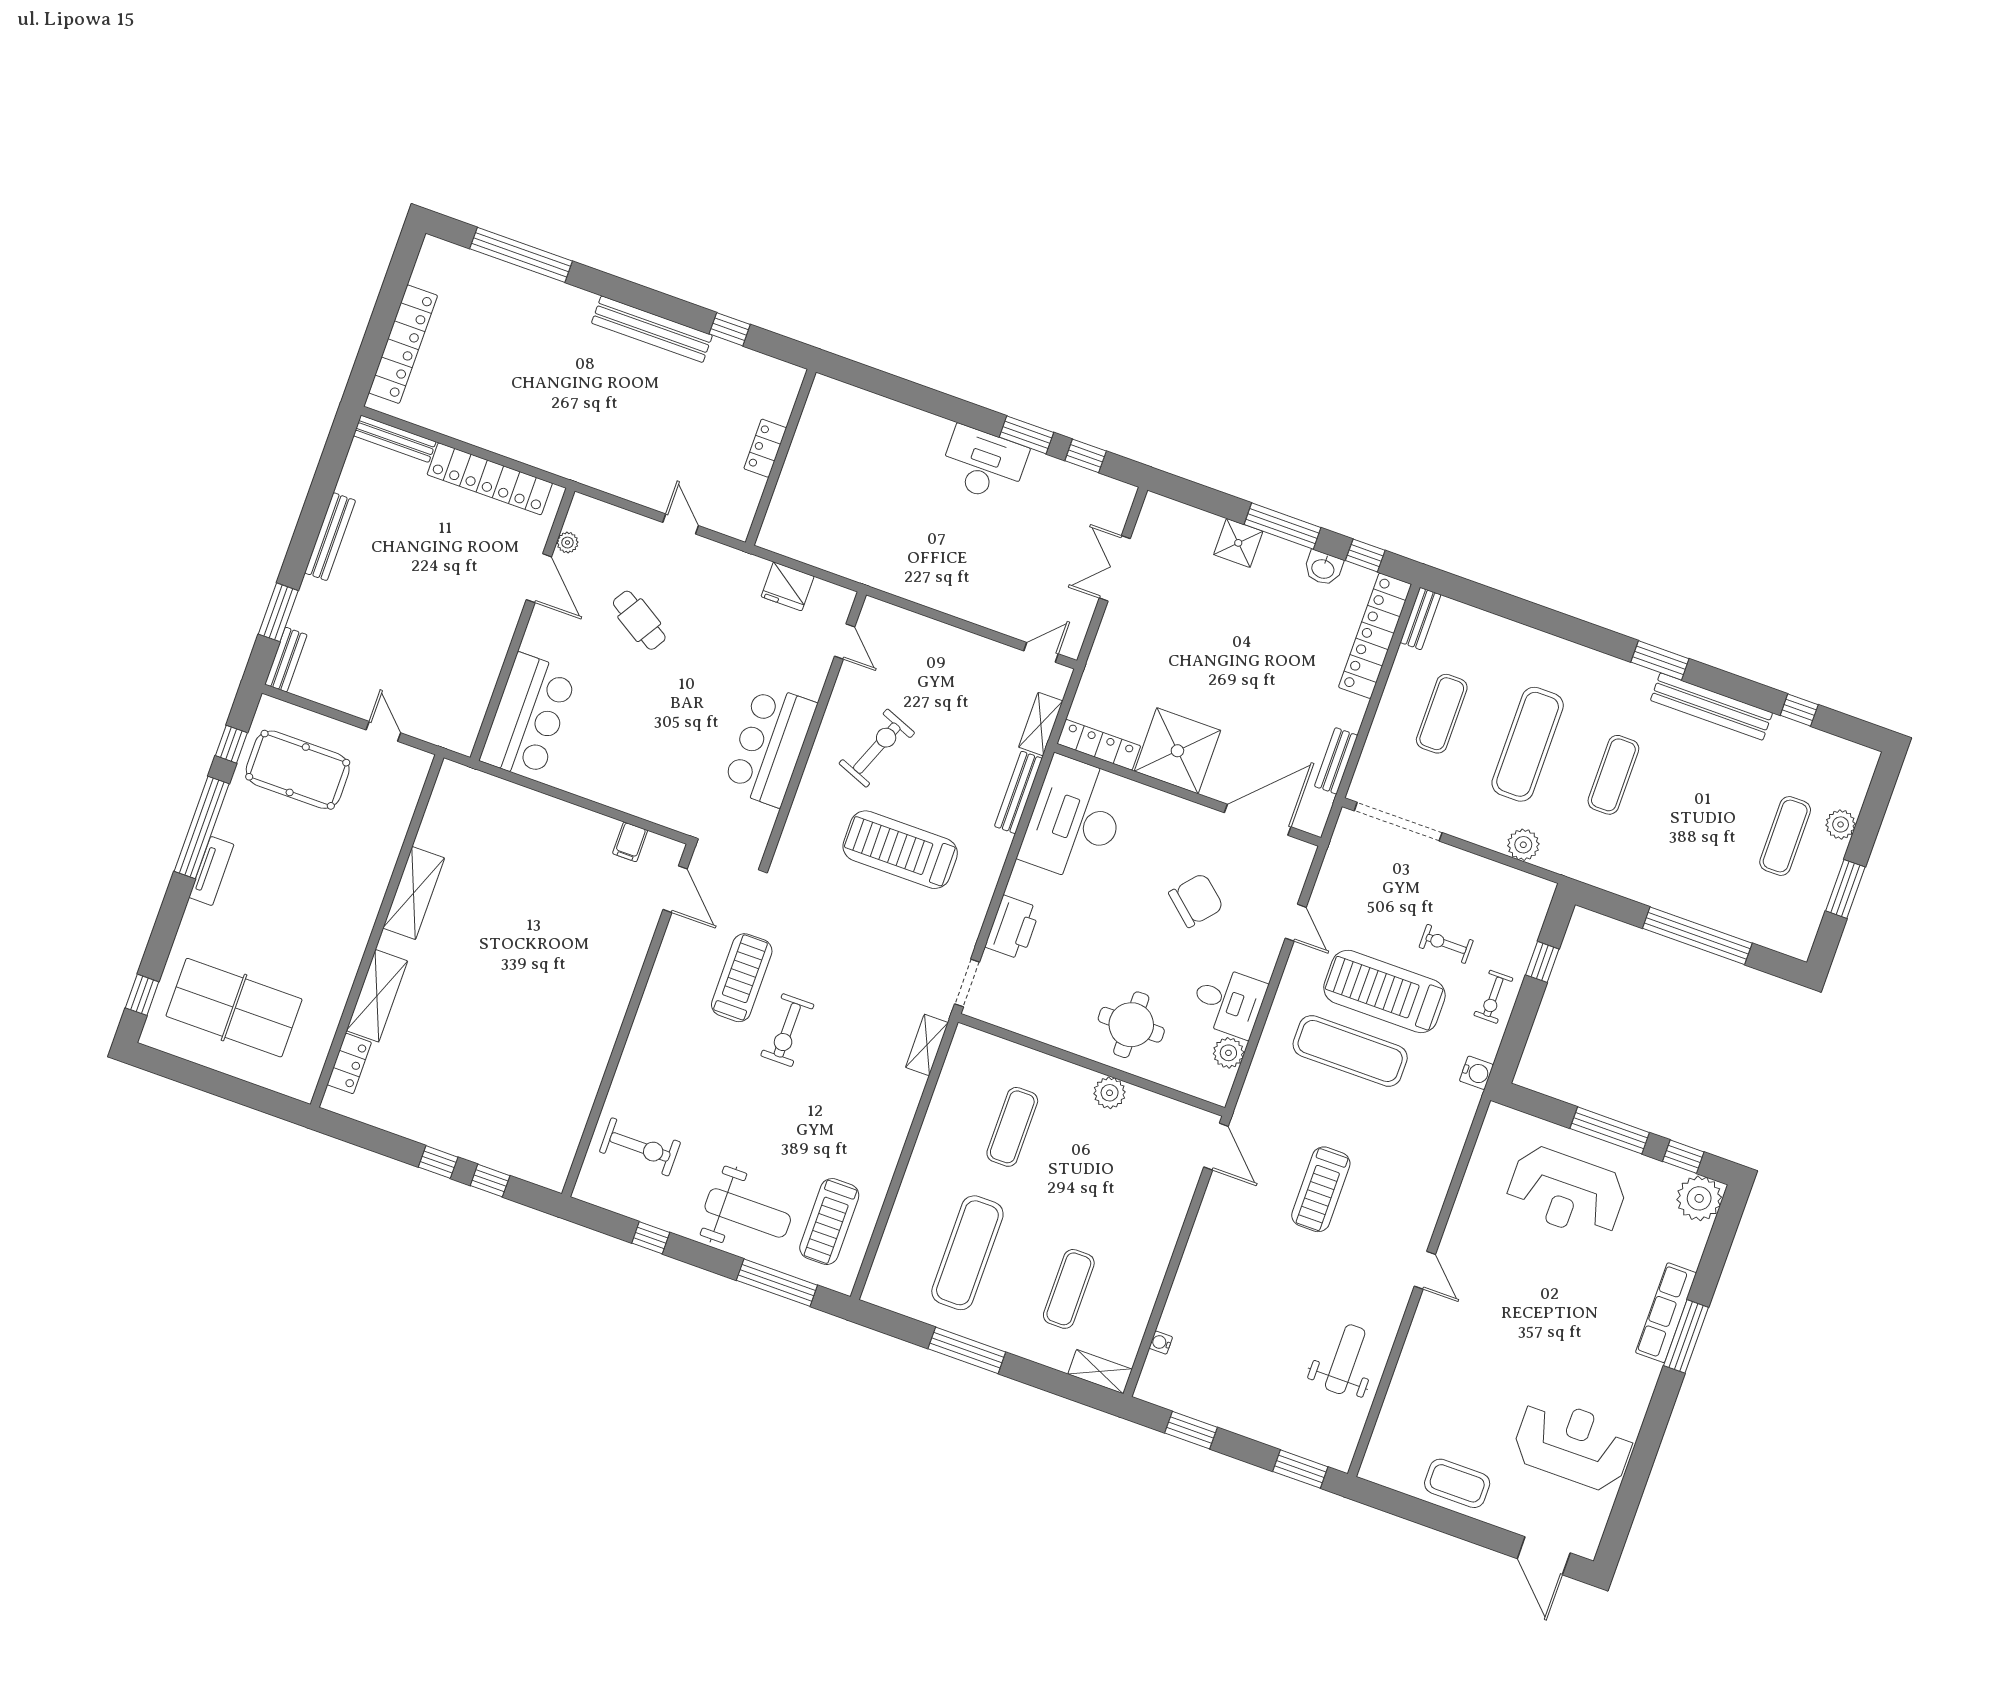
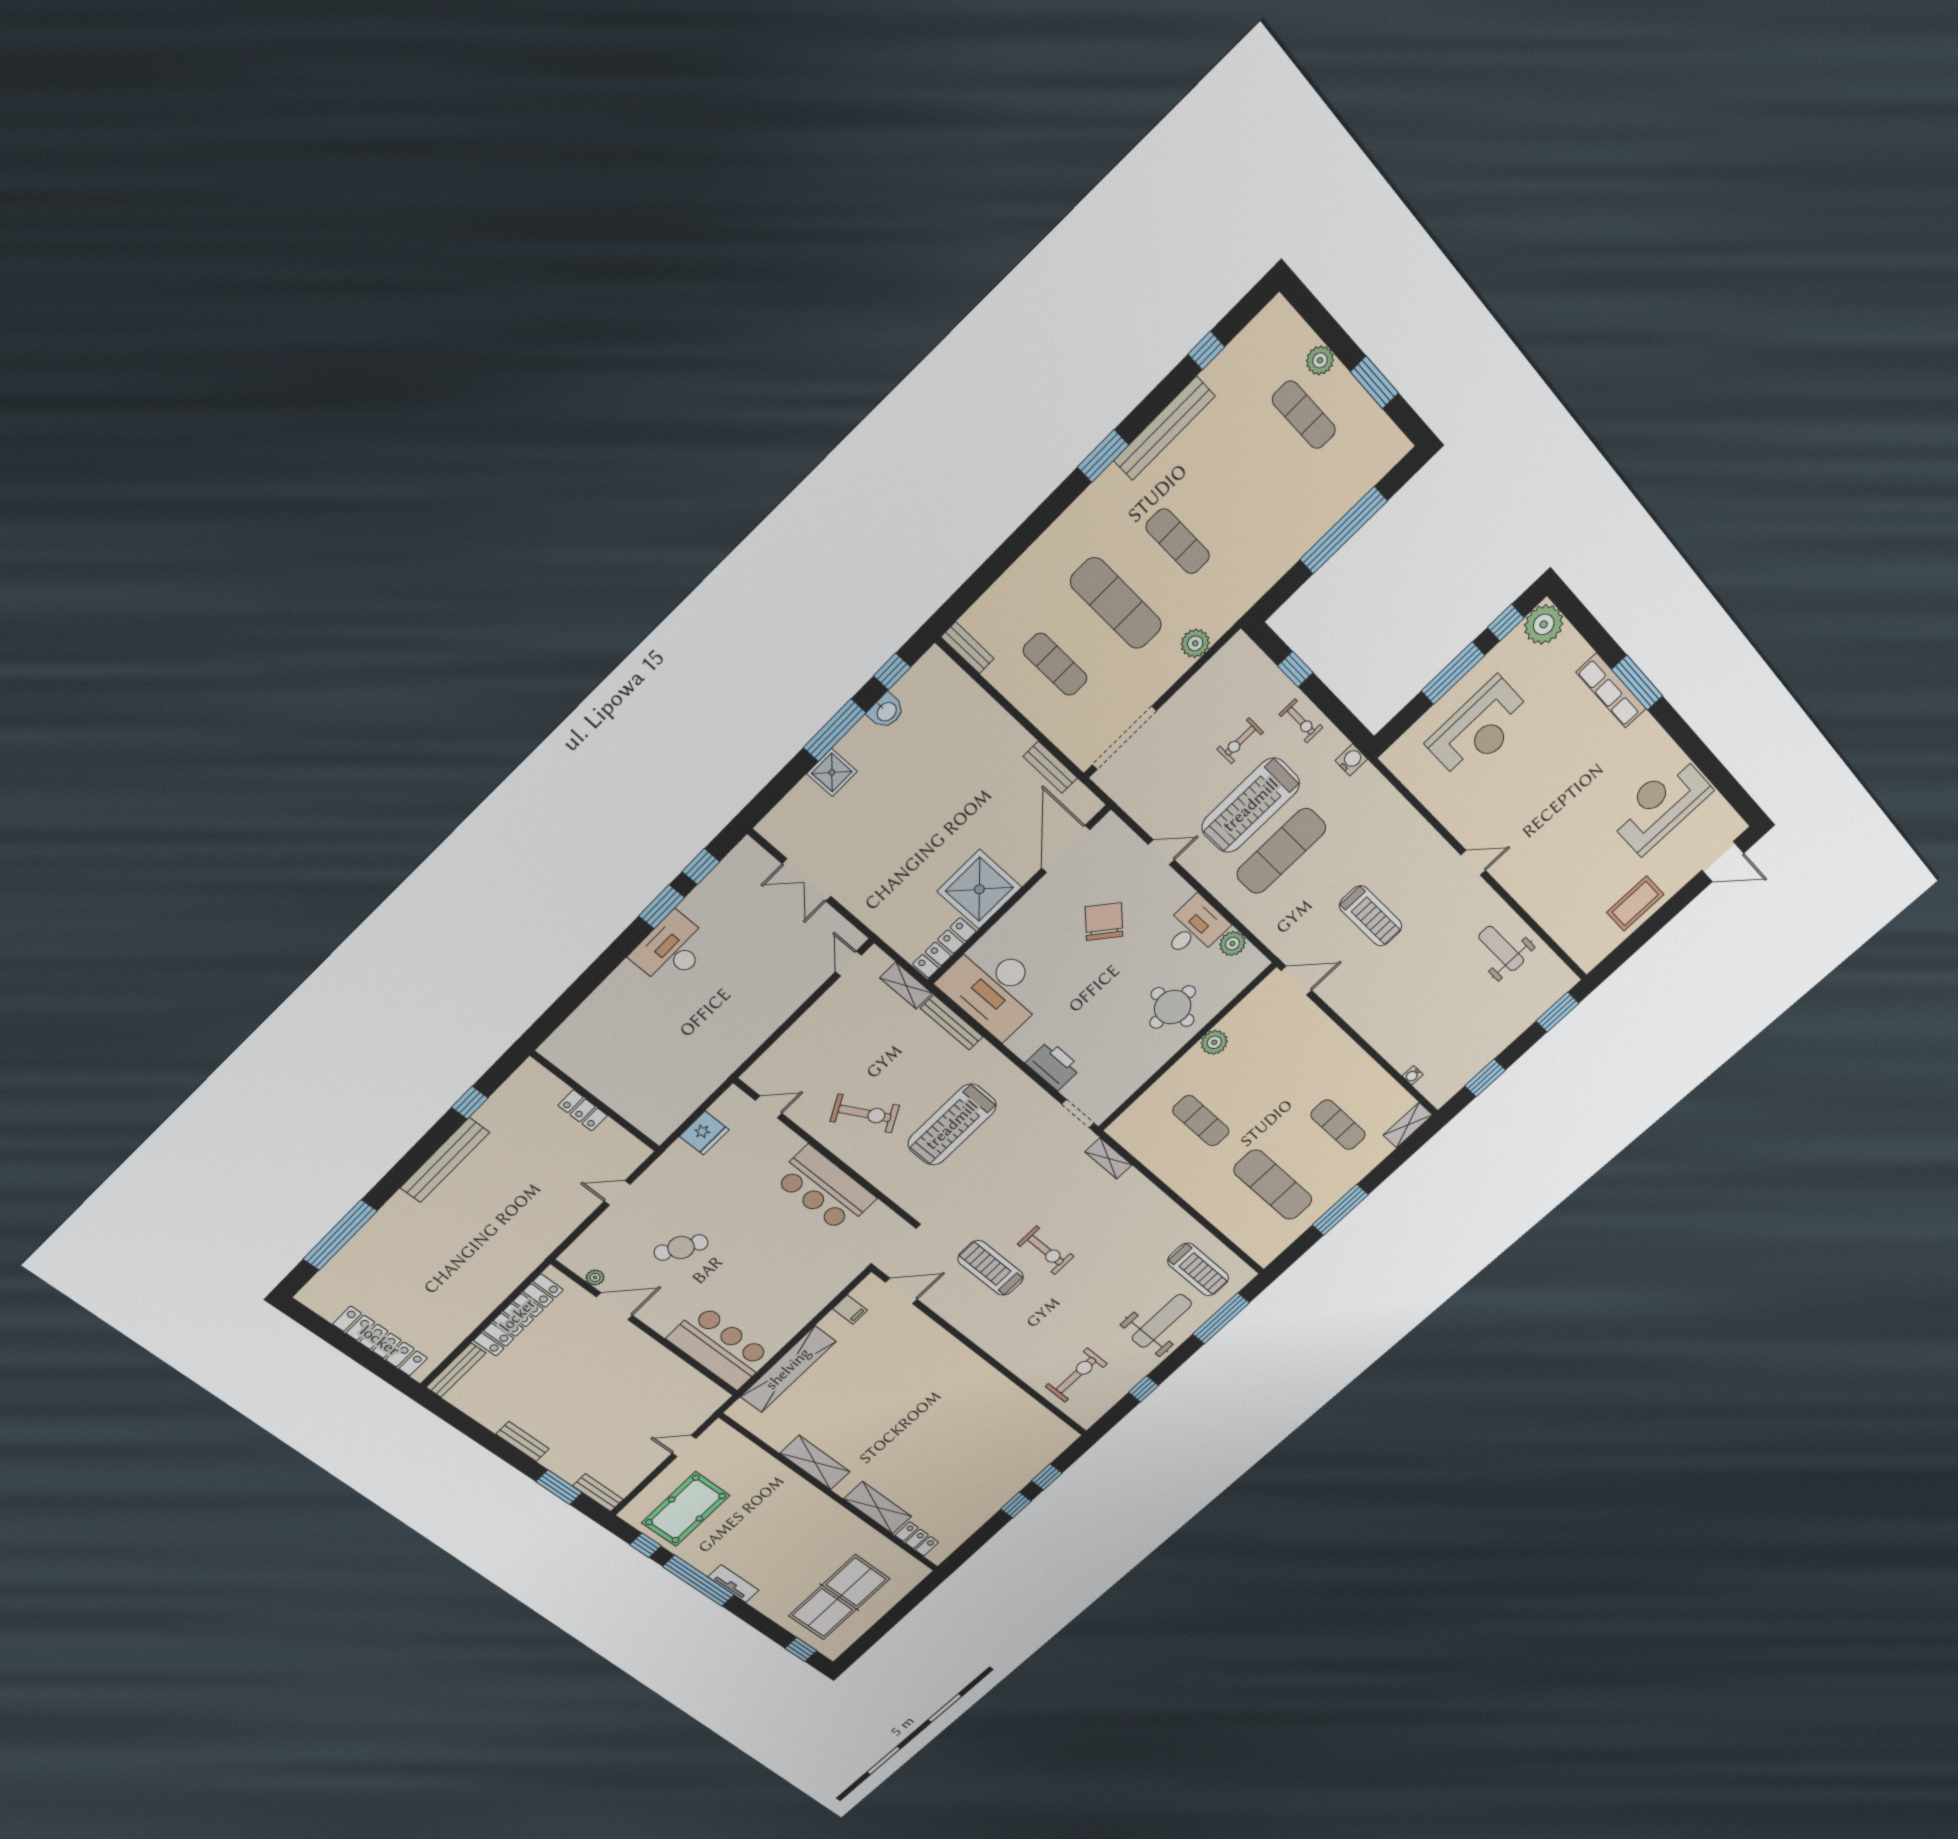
bench: (330, 537) -> (523, 1441), width x0.73
locker: (1375, 636) -> (964, 692), removed
exercise bike: (877, 748) -> (865, 1113), turned 129
shelving: (528, 806) -> (788, 1369), added

